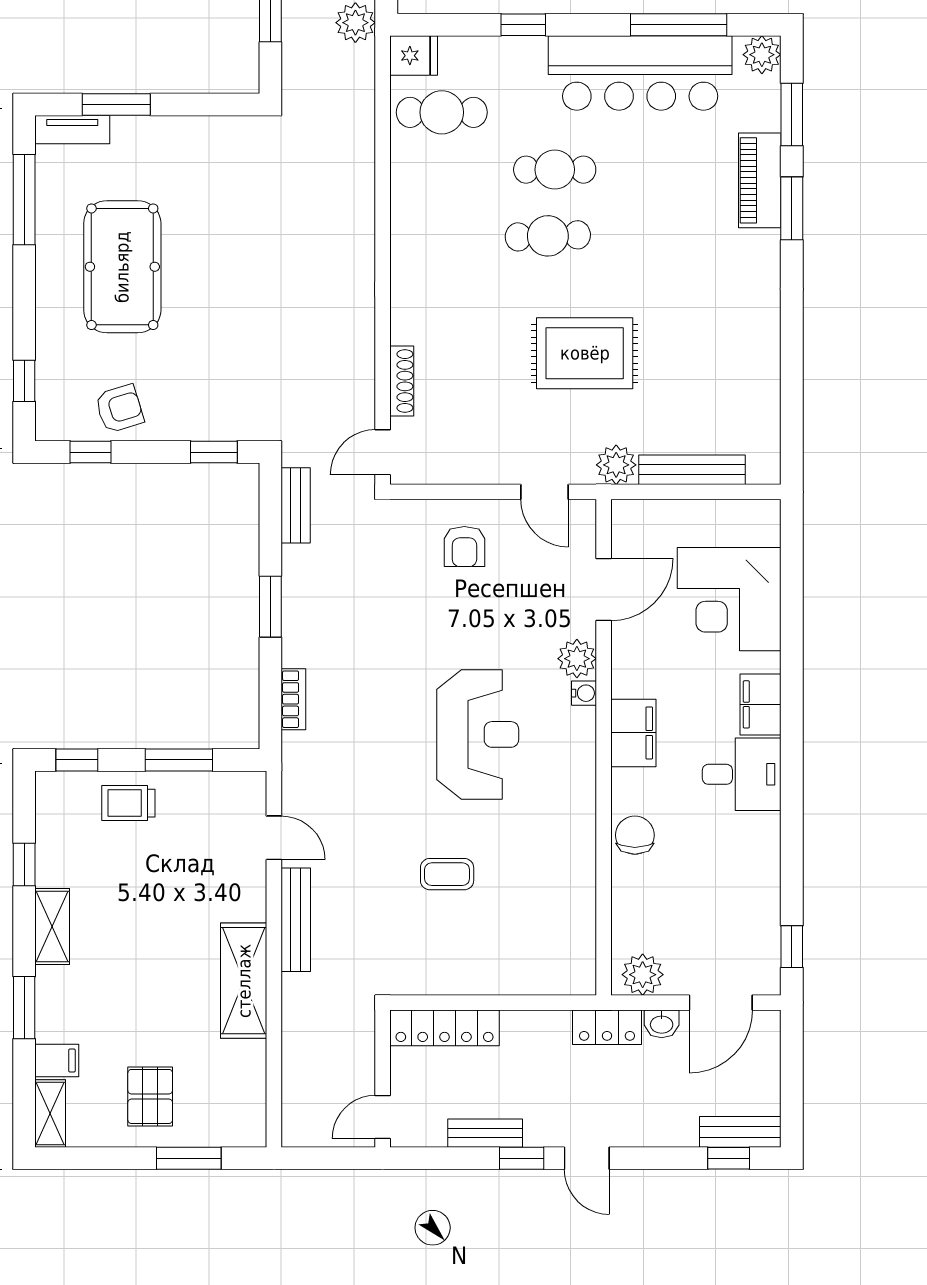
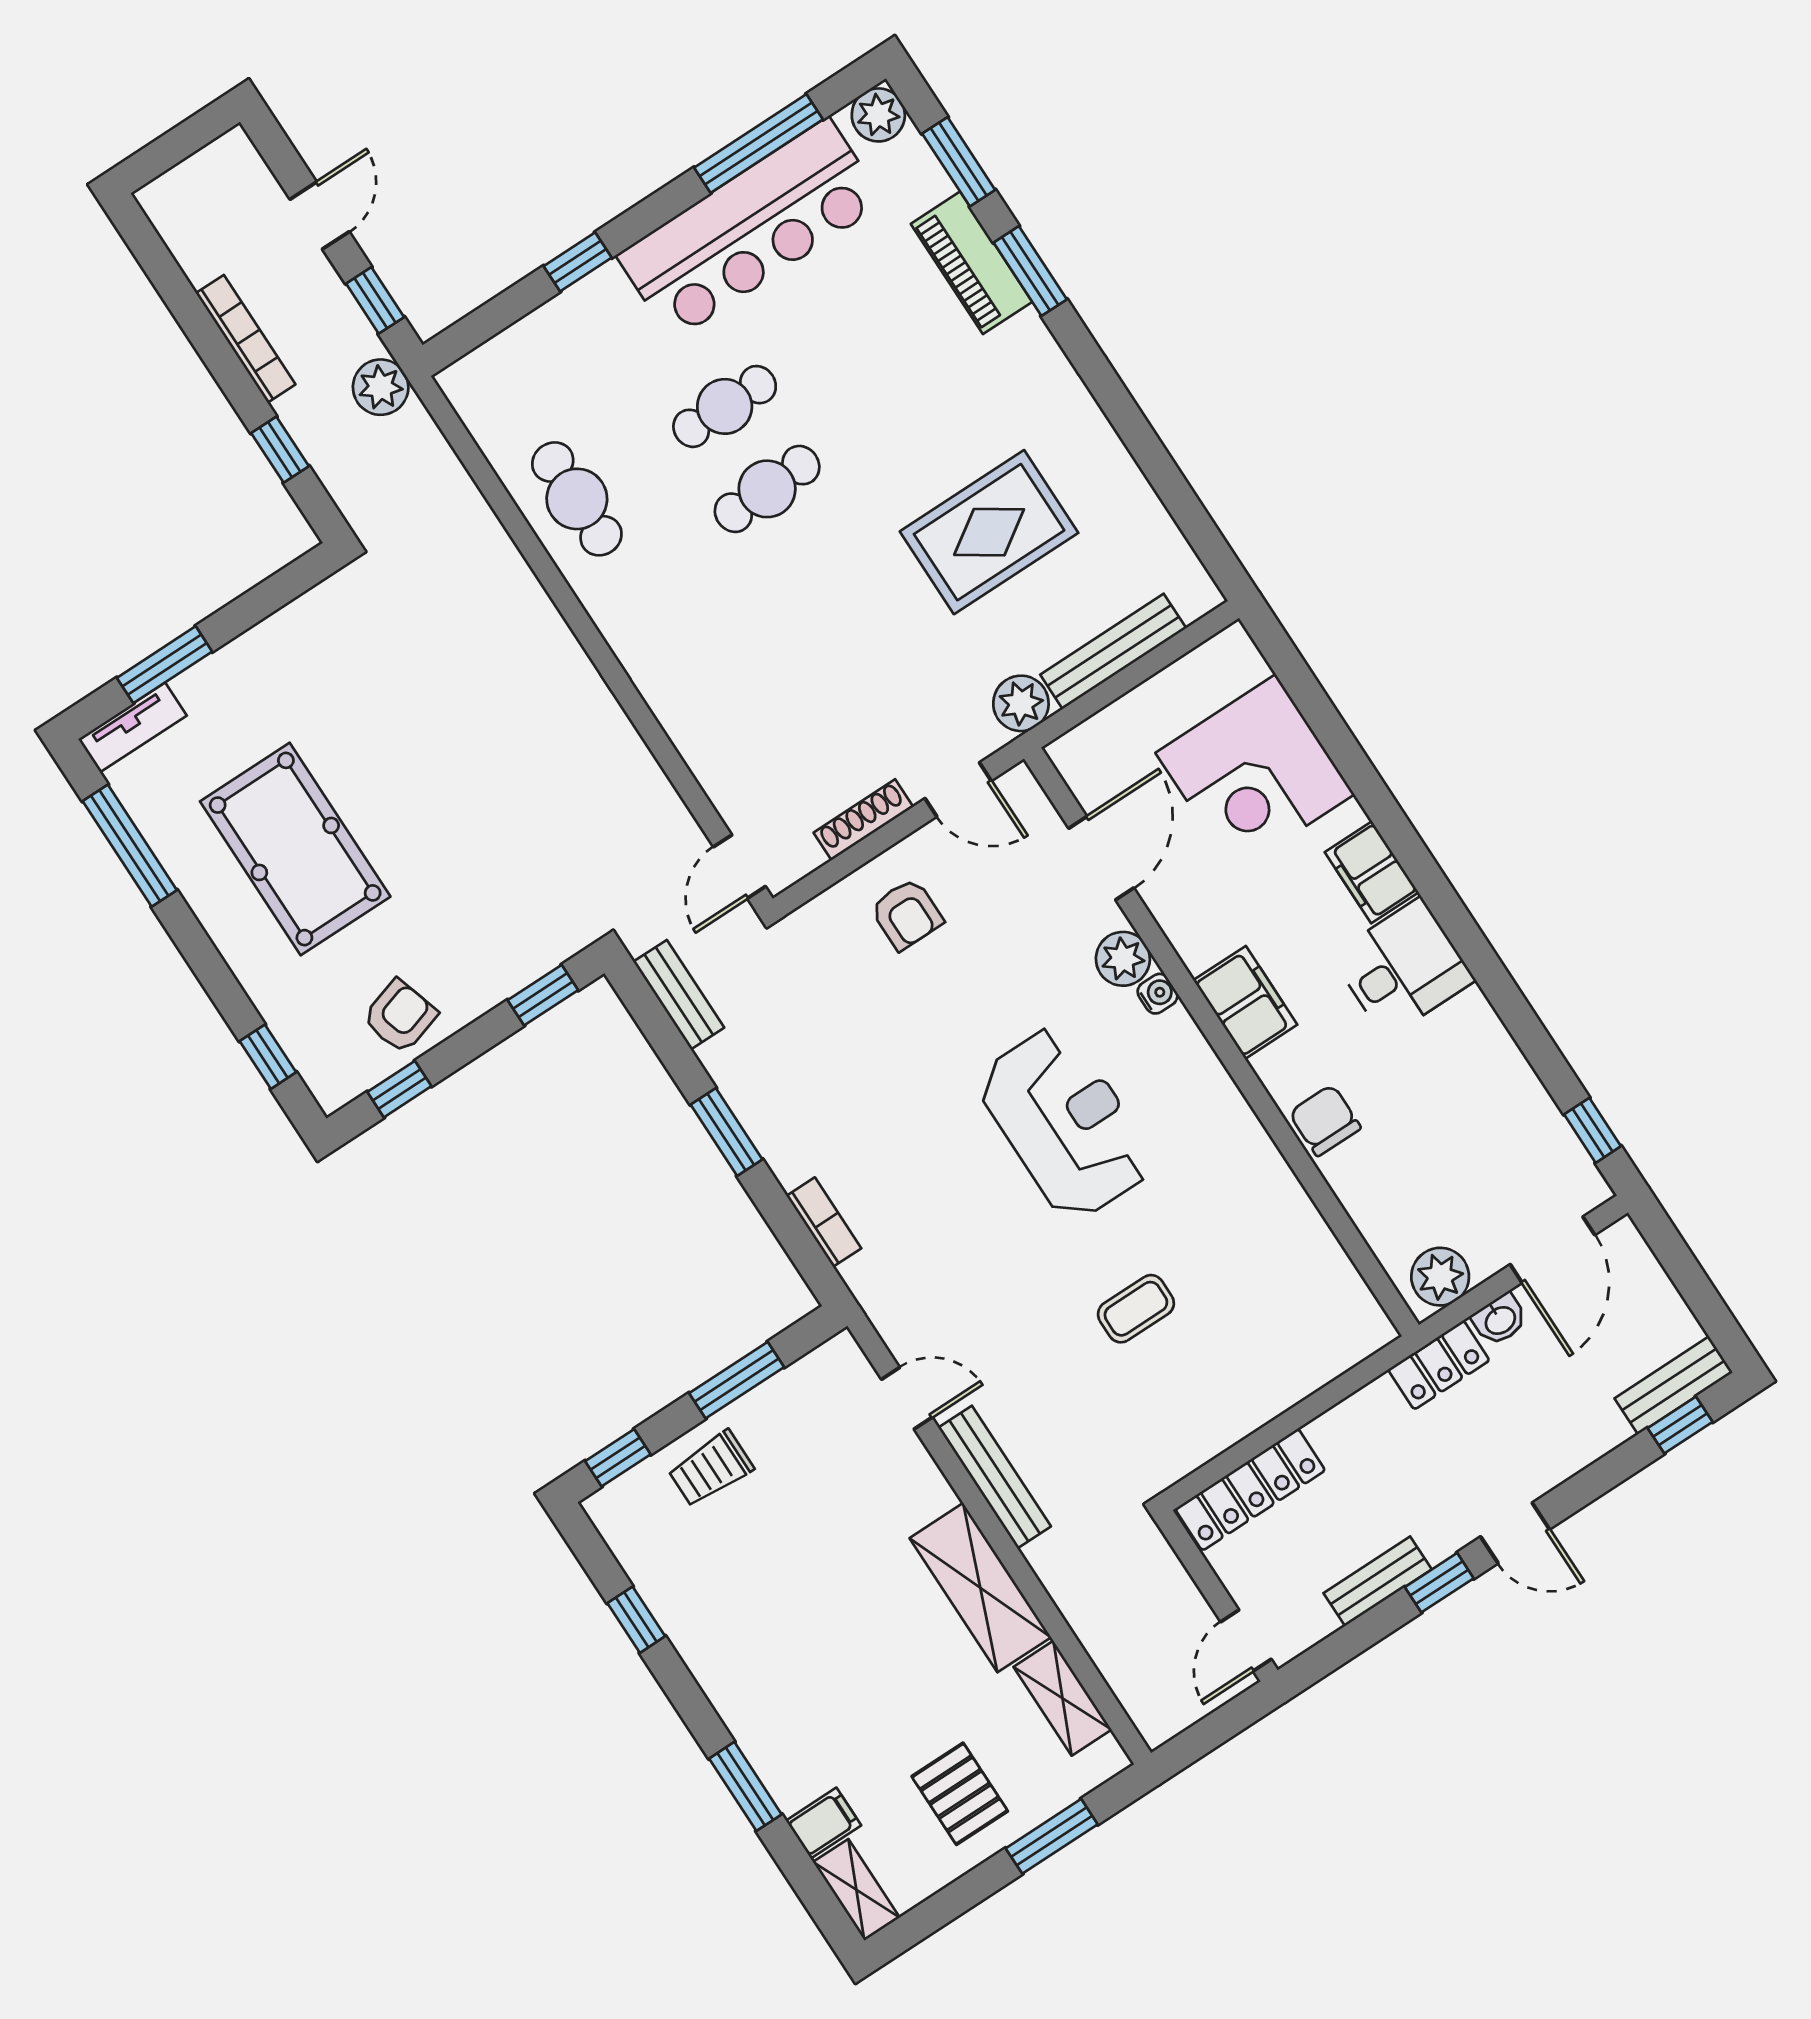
fridge: (414, 56) -> (473, 381), removed
cafe table: (442, 112) -> (577, 499), moved, turned 90
rug: (585, 353) -> (989, 532), moved
shoe rack: (402, 381) -> (863, 820), moved, turned -90
shelving: (52, 927) -> (1062, 1698), moved

